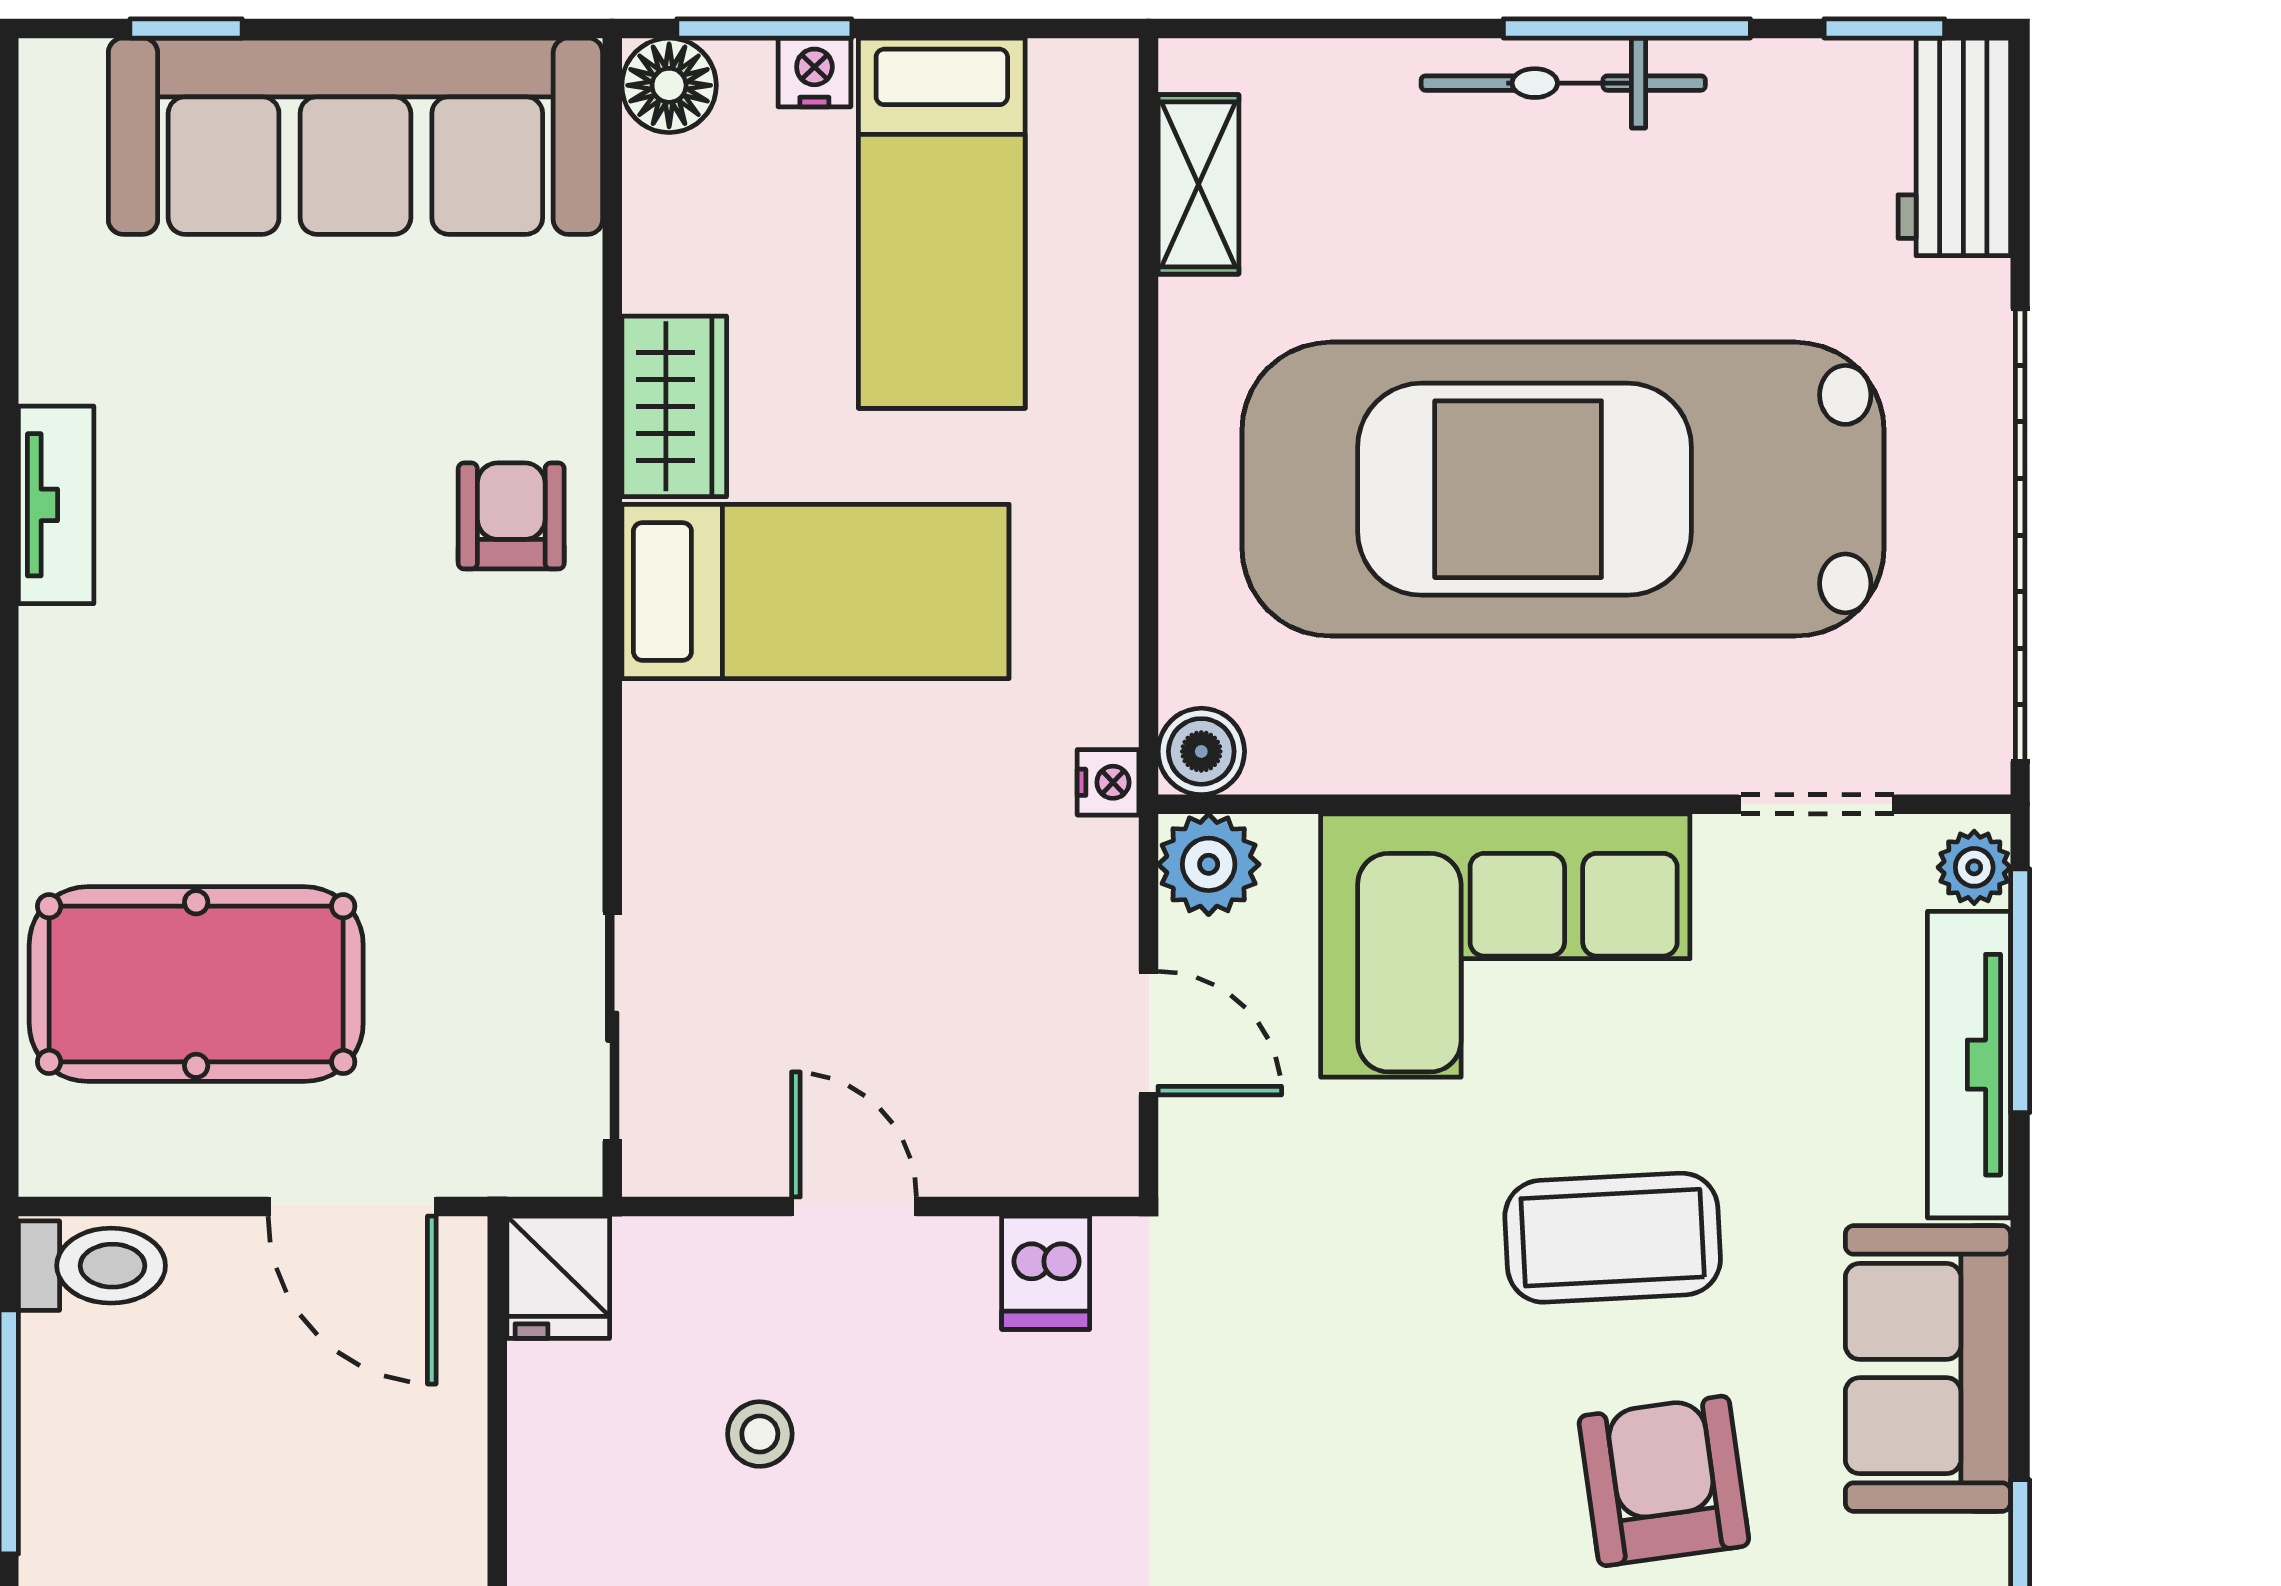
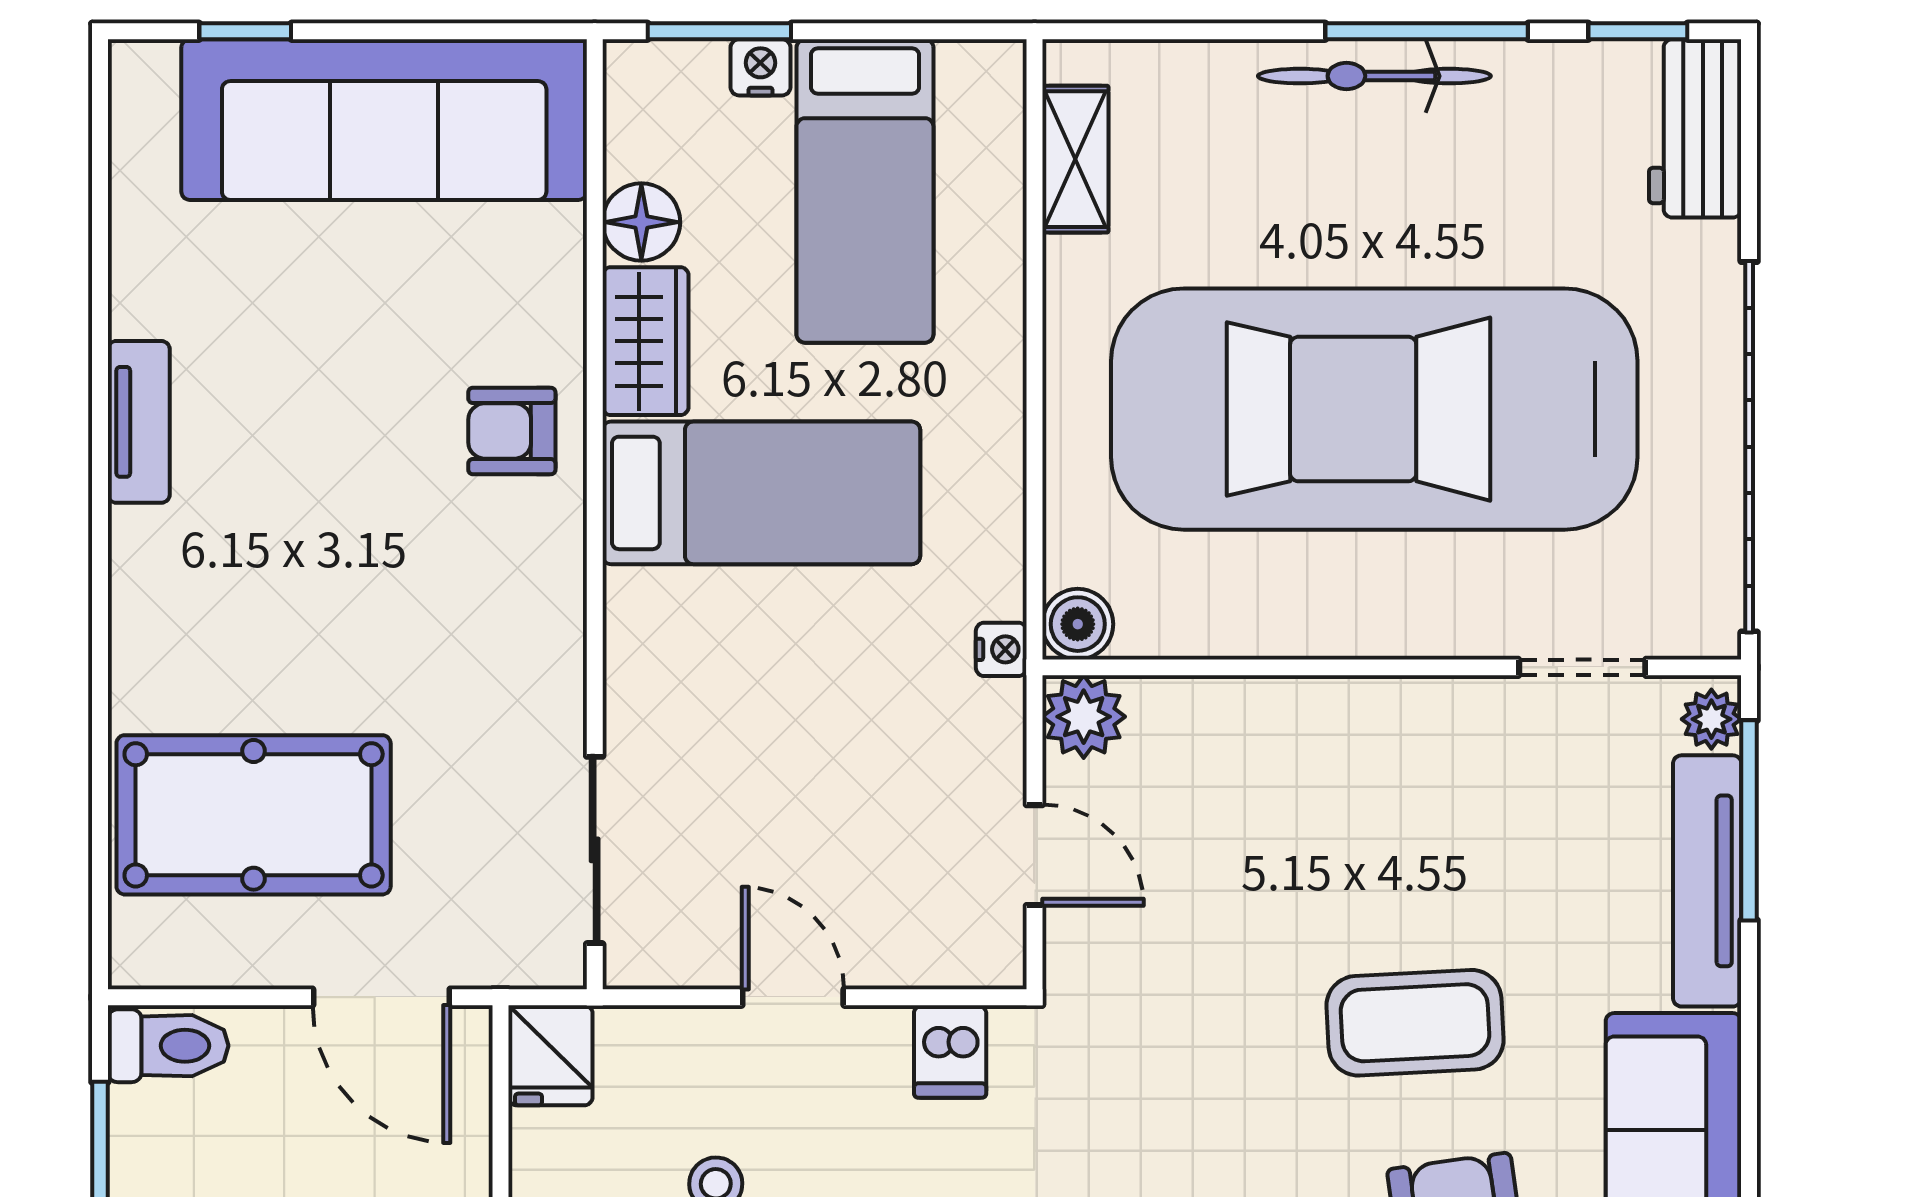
floor lamp: (669, 85) -> (641, 222), moved
armchair: (511, 516) -> (512, 431), turned -90
corner sofa: (1505, 946) -> (1327, 783), removed

